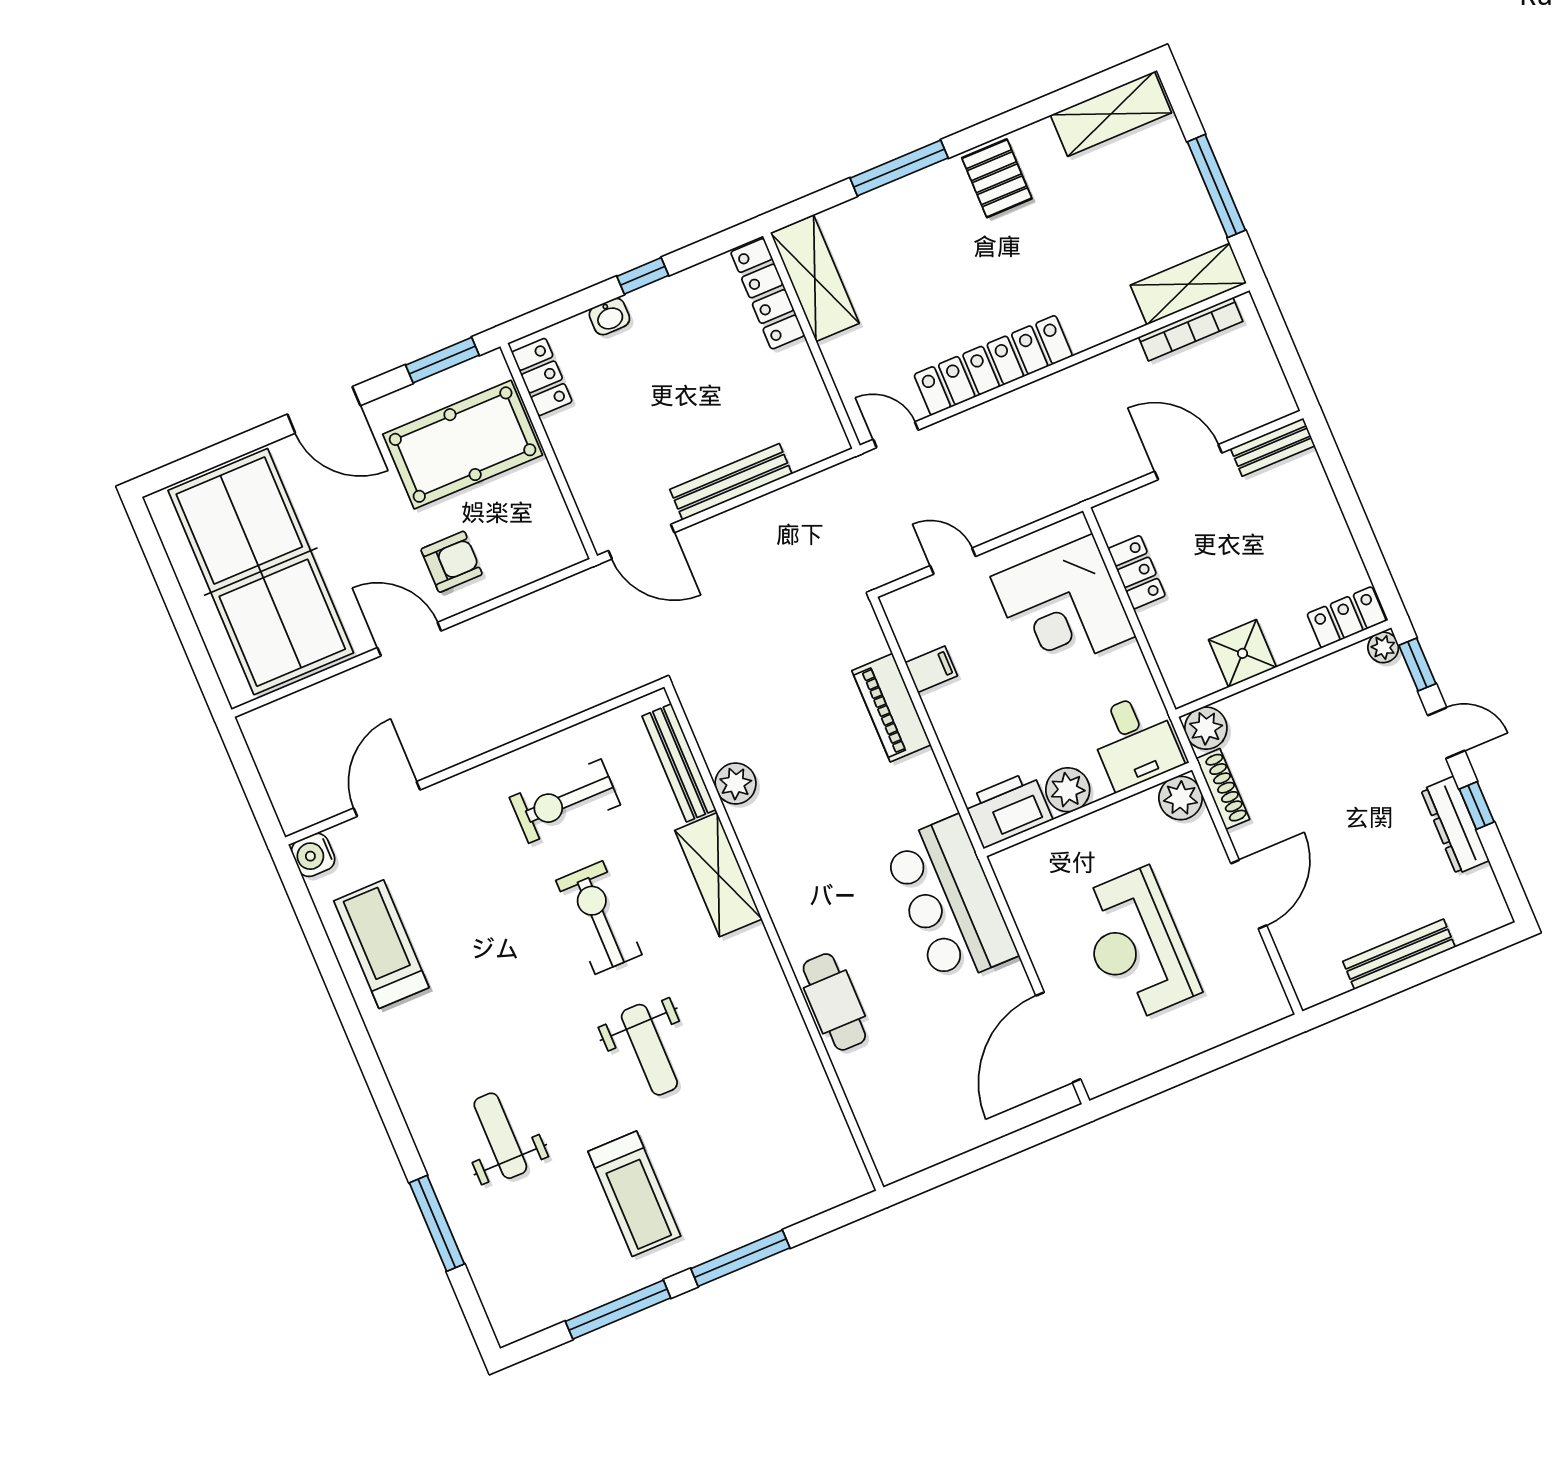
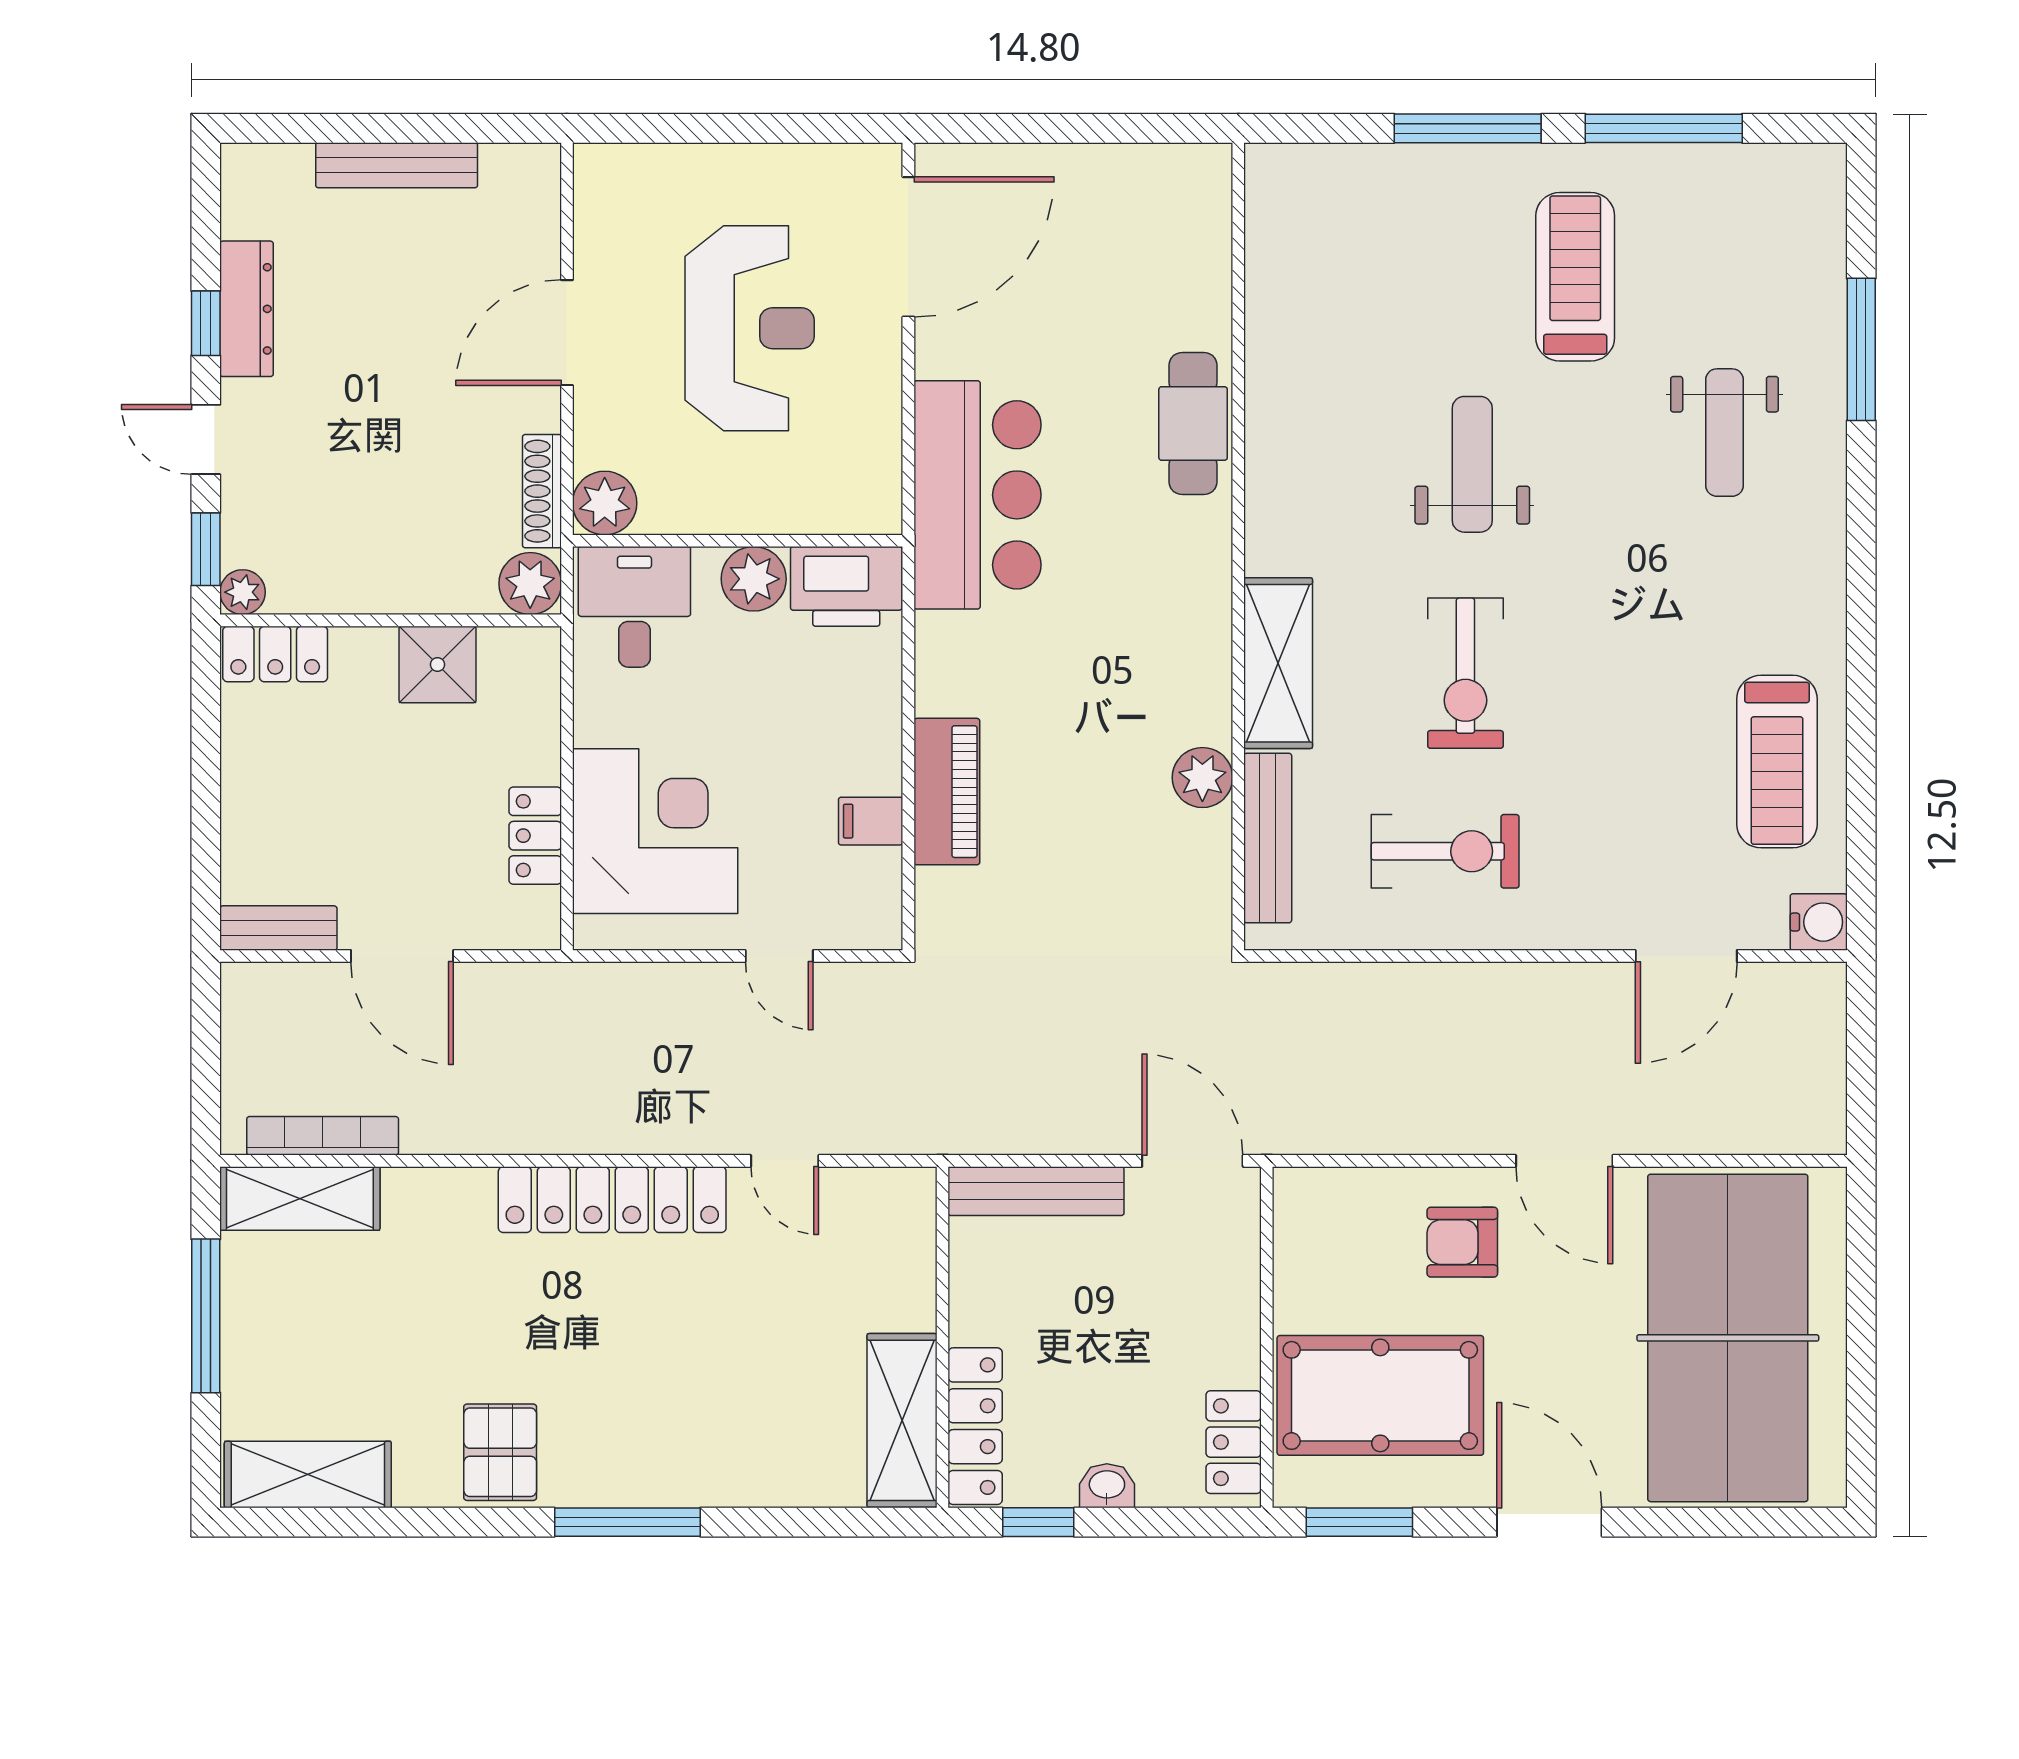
shelving: (815, 278) -> (902, 1420), moved
locker: (768, 294) -> (975, 1426), moved
wall: (811, 341) -> (942, 1337), moved

